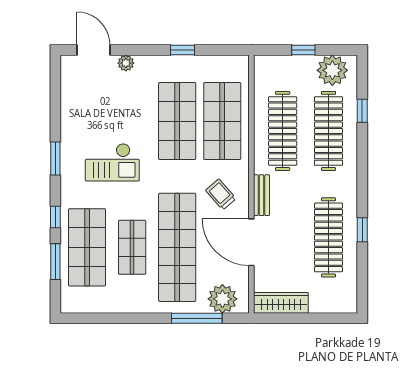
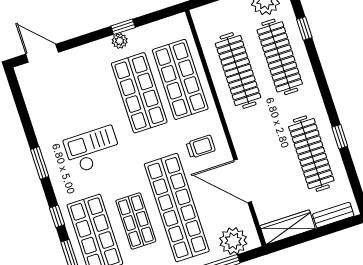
plant: (126, 63) -> (120, 41), moved
checkout: (112, 162) -> (93, 150), turned 180
trolley: (221, 194) -> (201, 147), turned 131
bench: (262, 195) -> (333, 215), moved, turned 90

